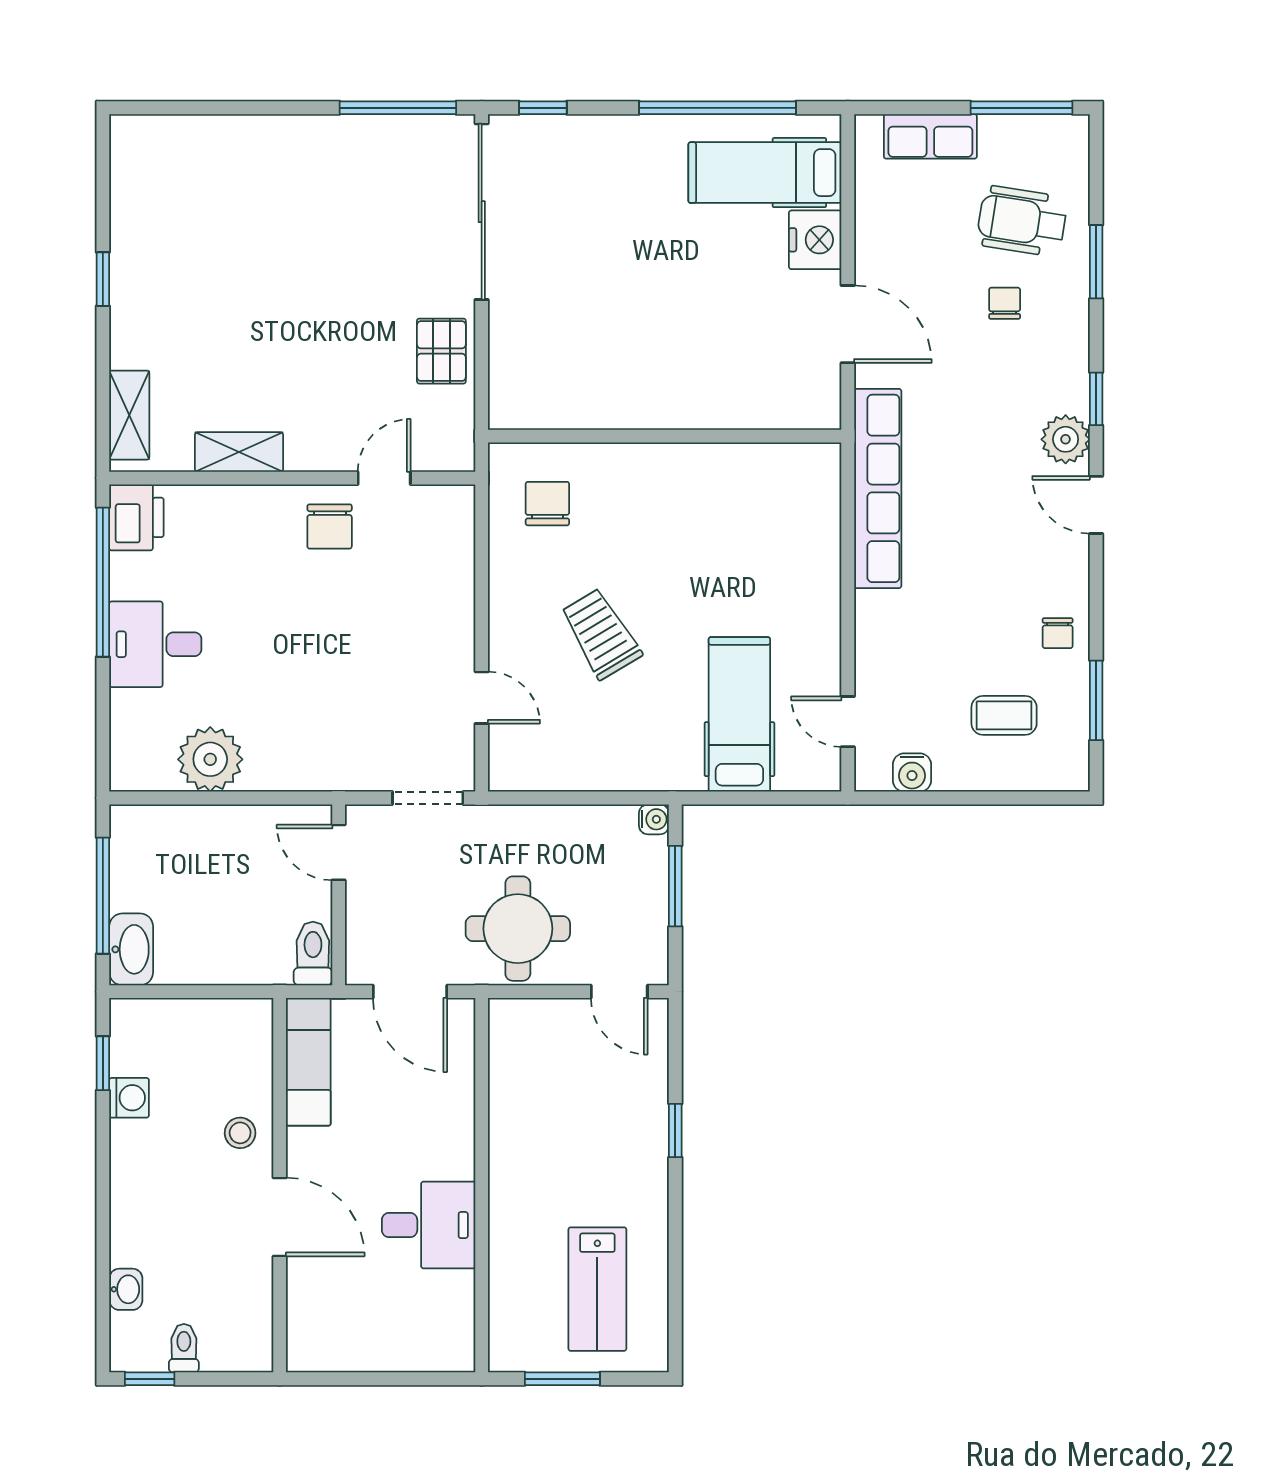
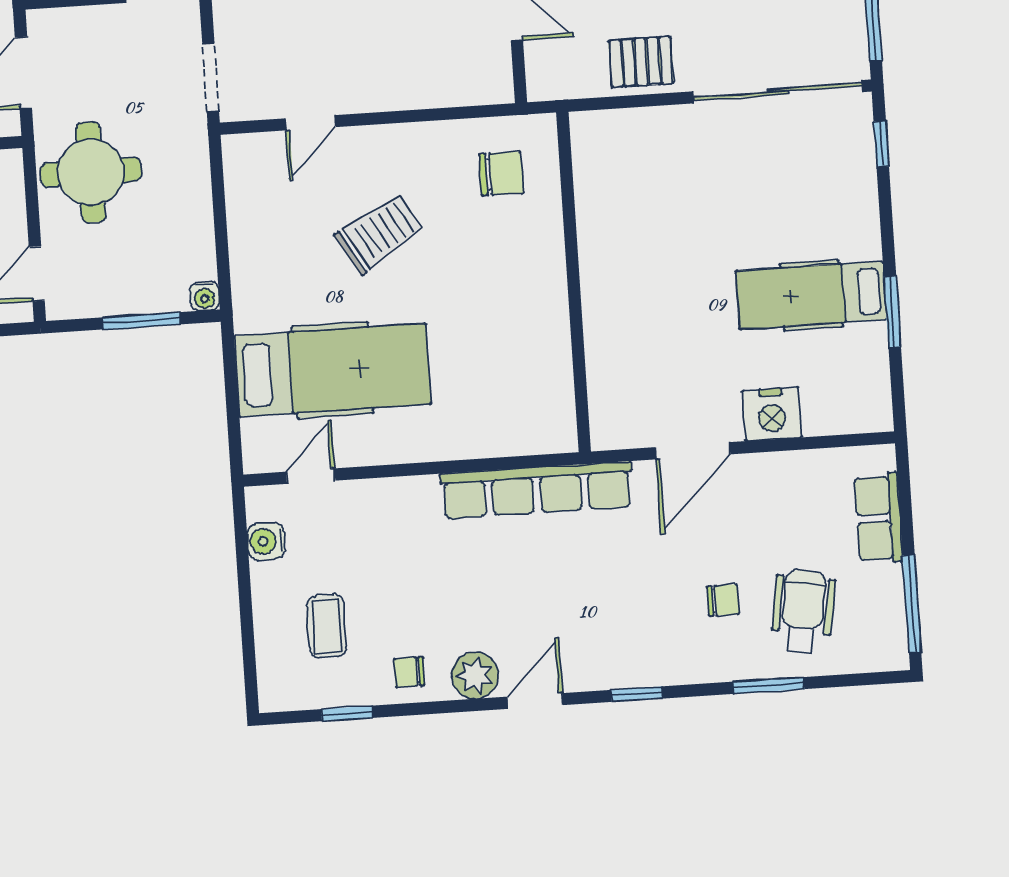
window: (718, 108) -> (892, 312), width x0.47
hospital bed: (765, 173) -> (811, 295), moved, turned -90
plant: (1066, 439) -> (475, 675), moved
window: (1096, 700) -> (347, 713), width x0.67
hospital bed: (739, 714) -> (332, 370), width x1.37, depth x1.29

